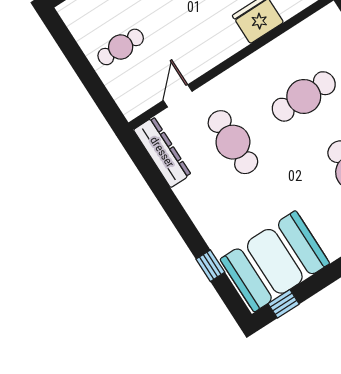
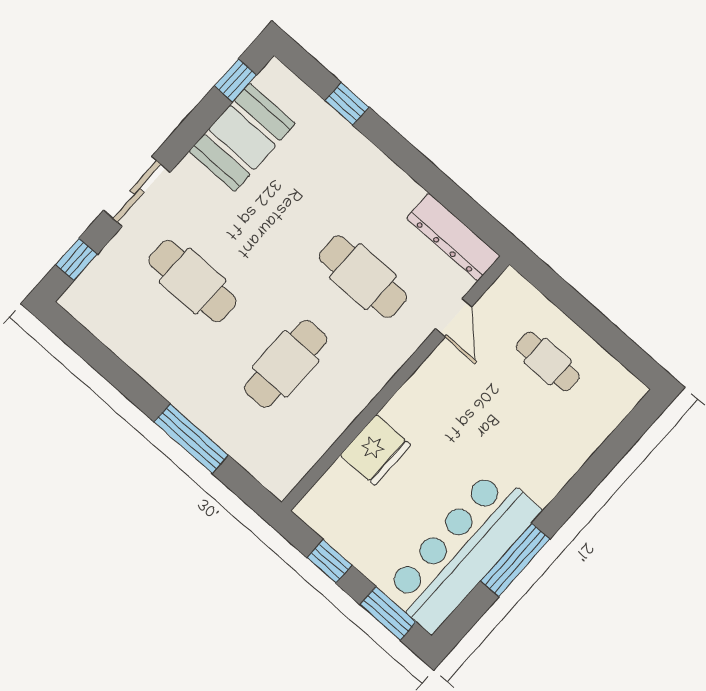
cafe table: (121, 47) -> (548, 362), turned 90
booth: (275, 261) -> (242, 137), width x0.73, depth x0.70

